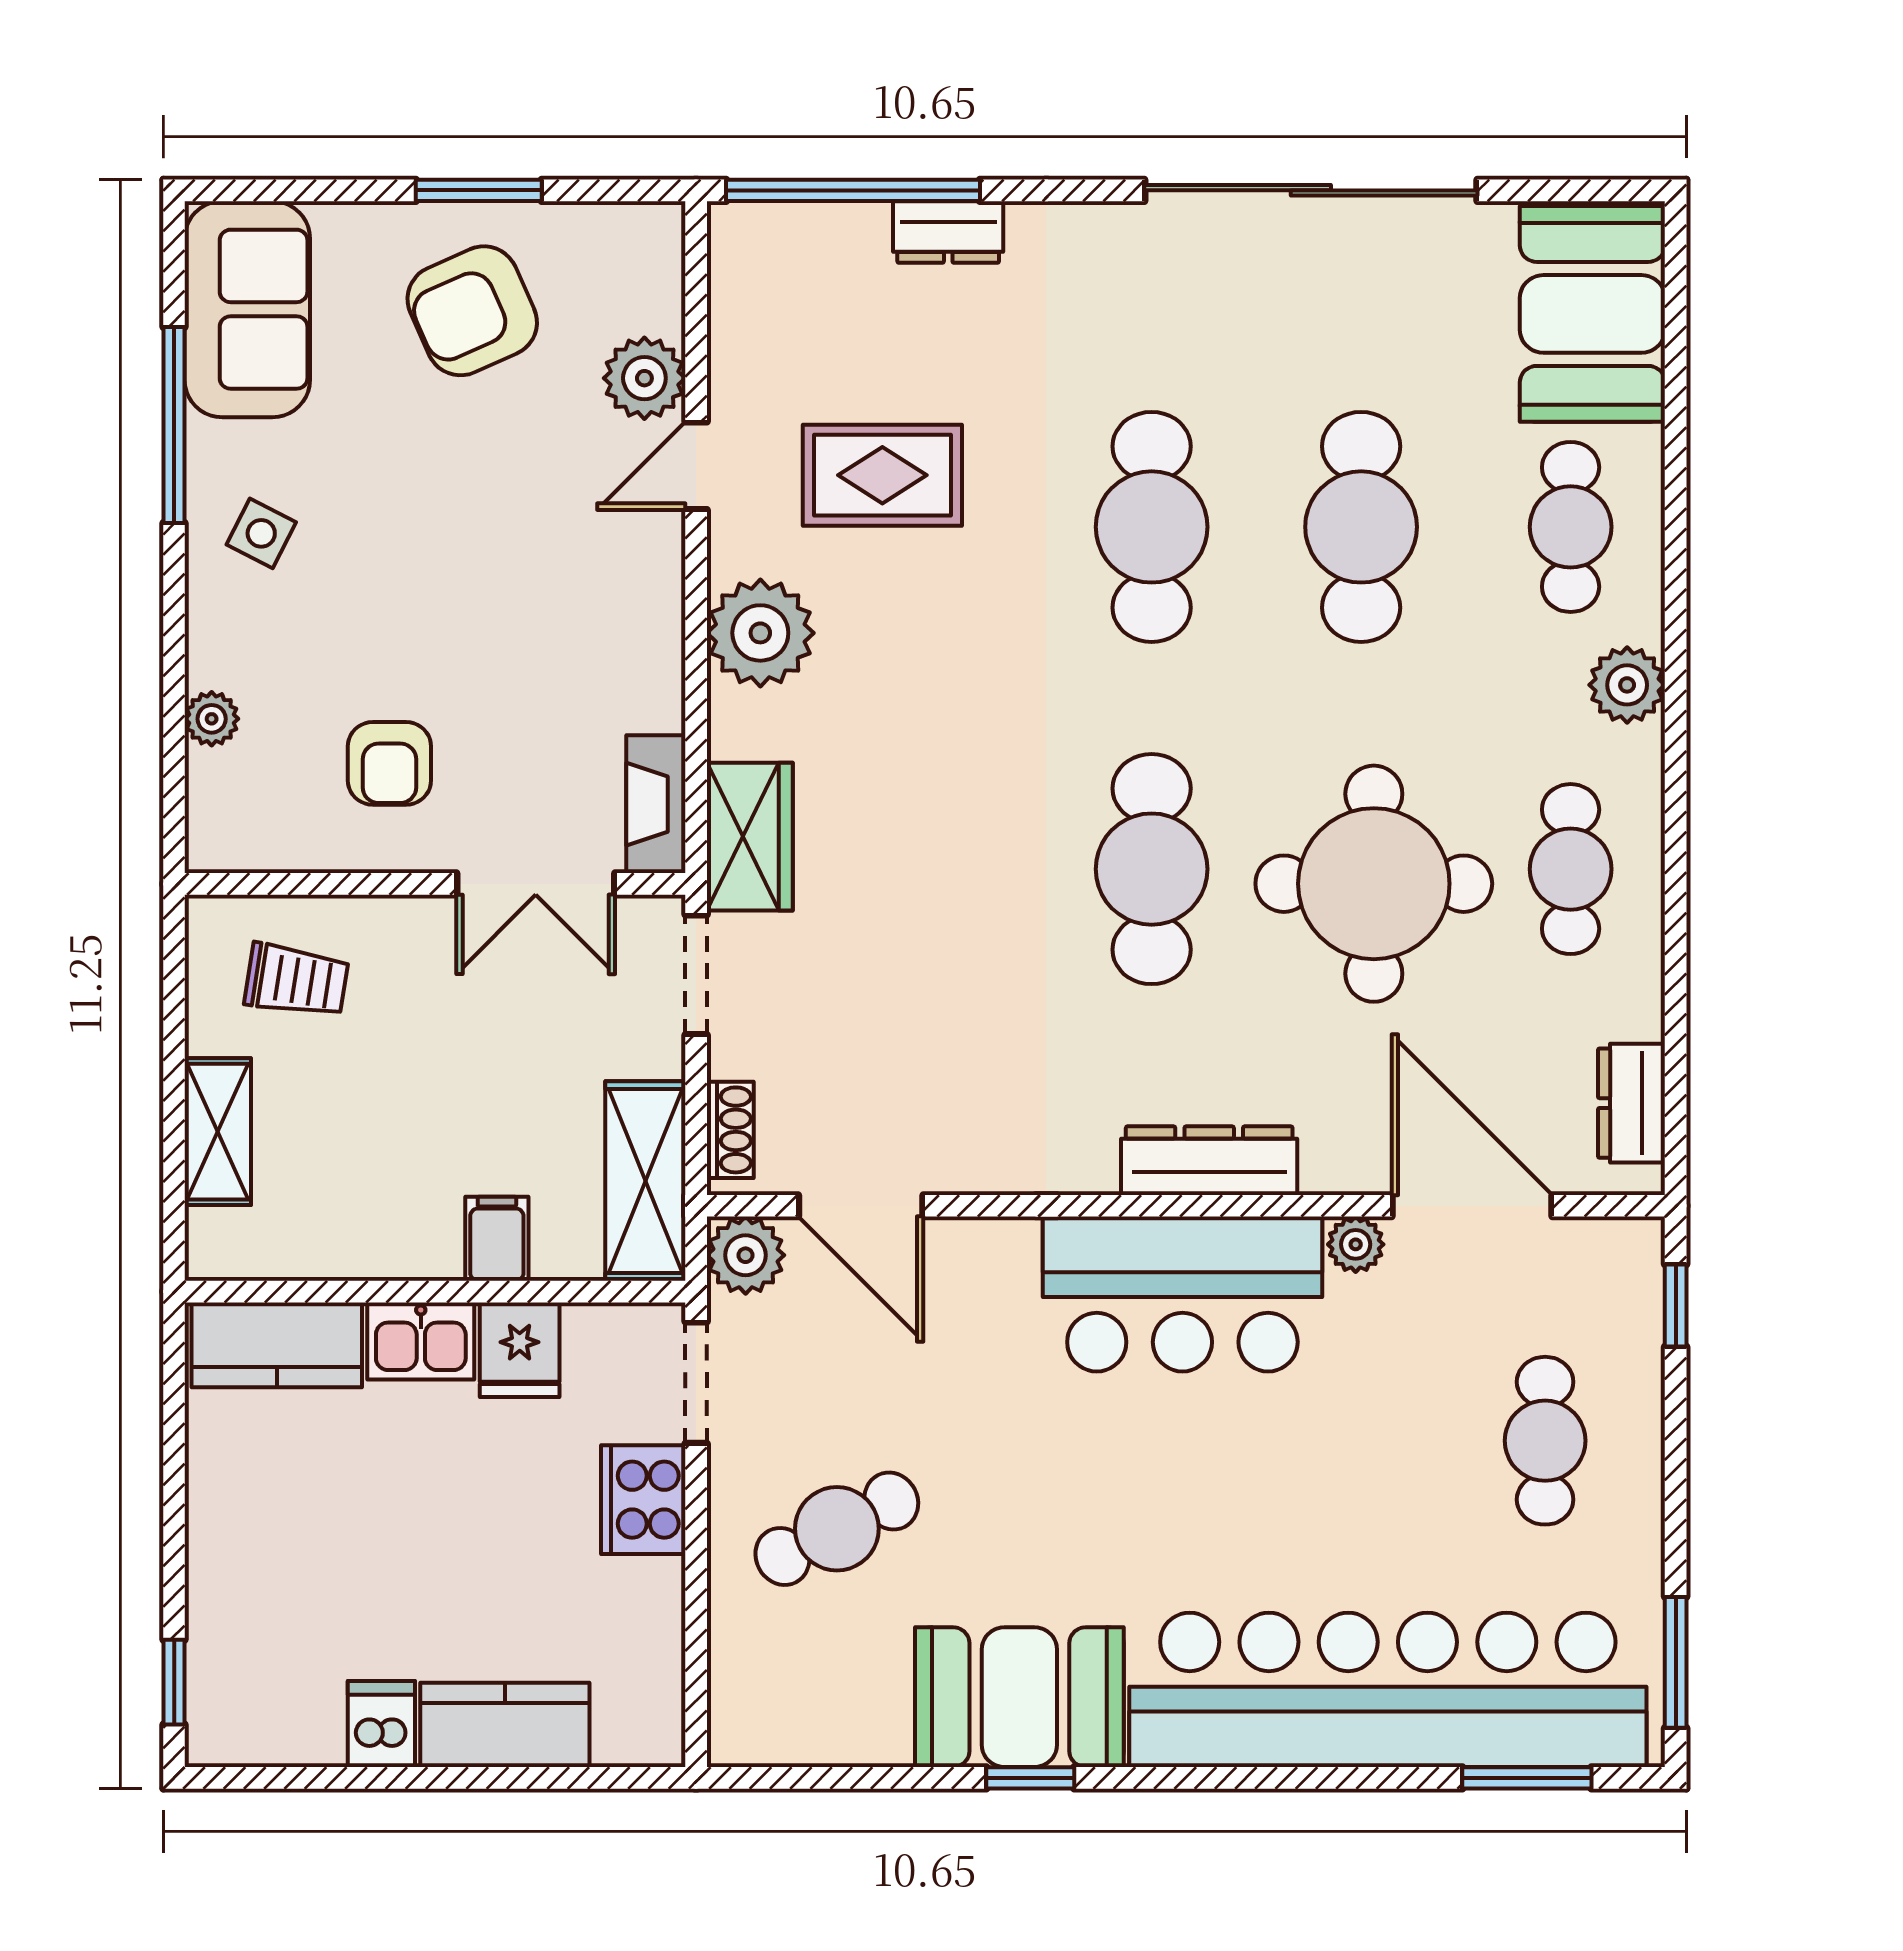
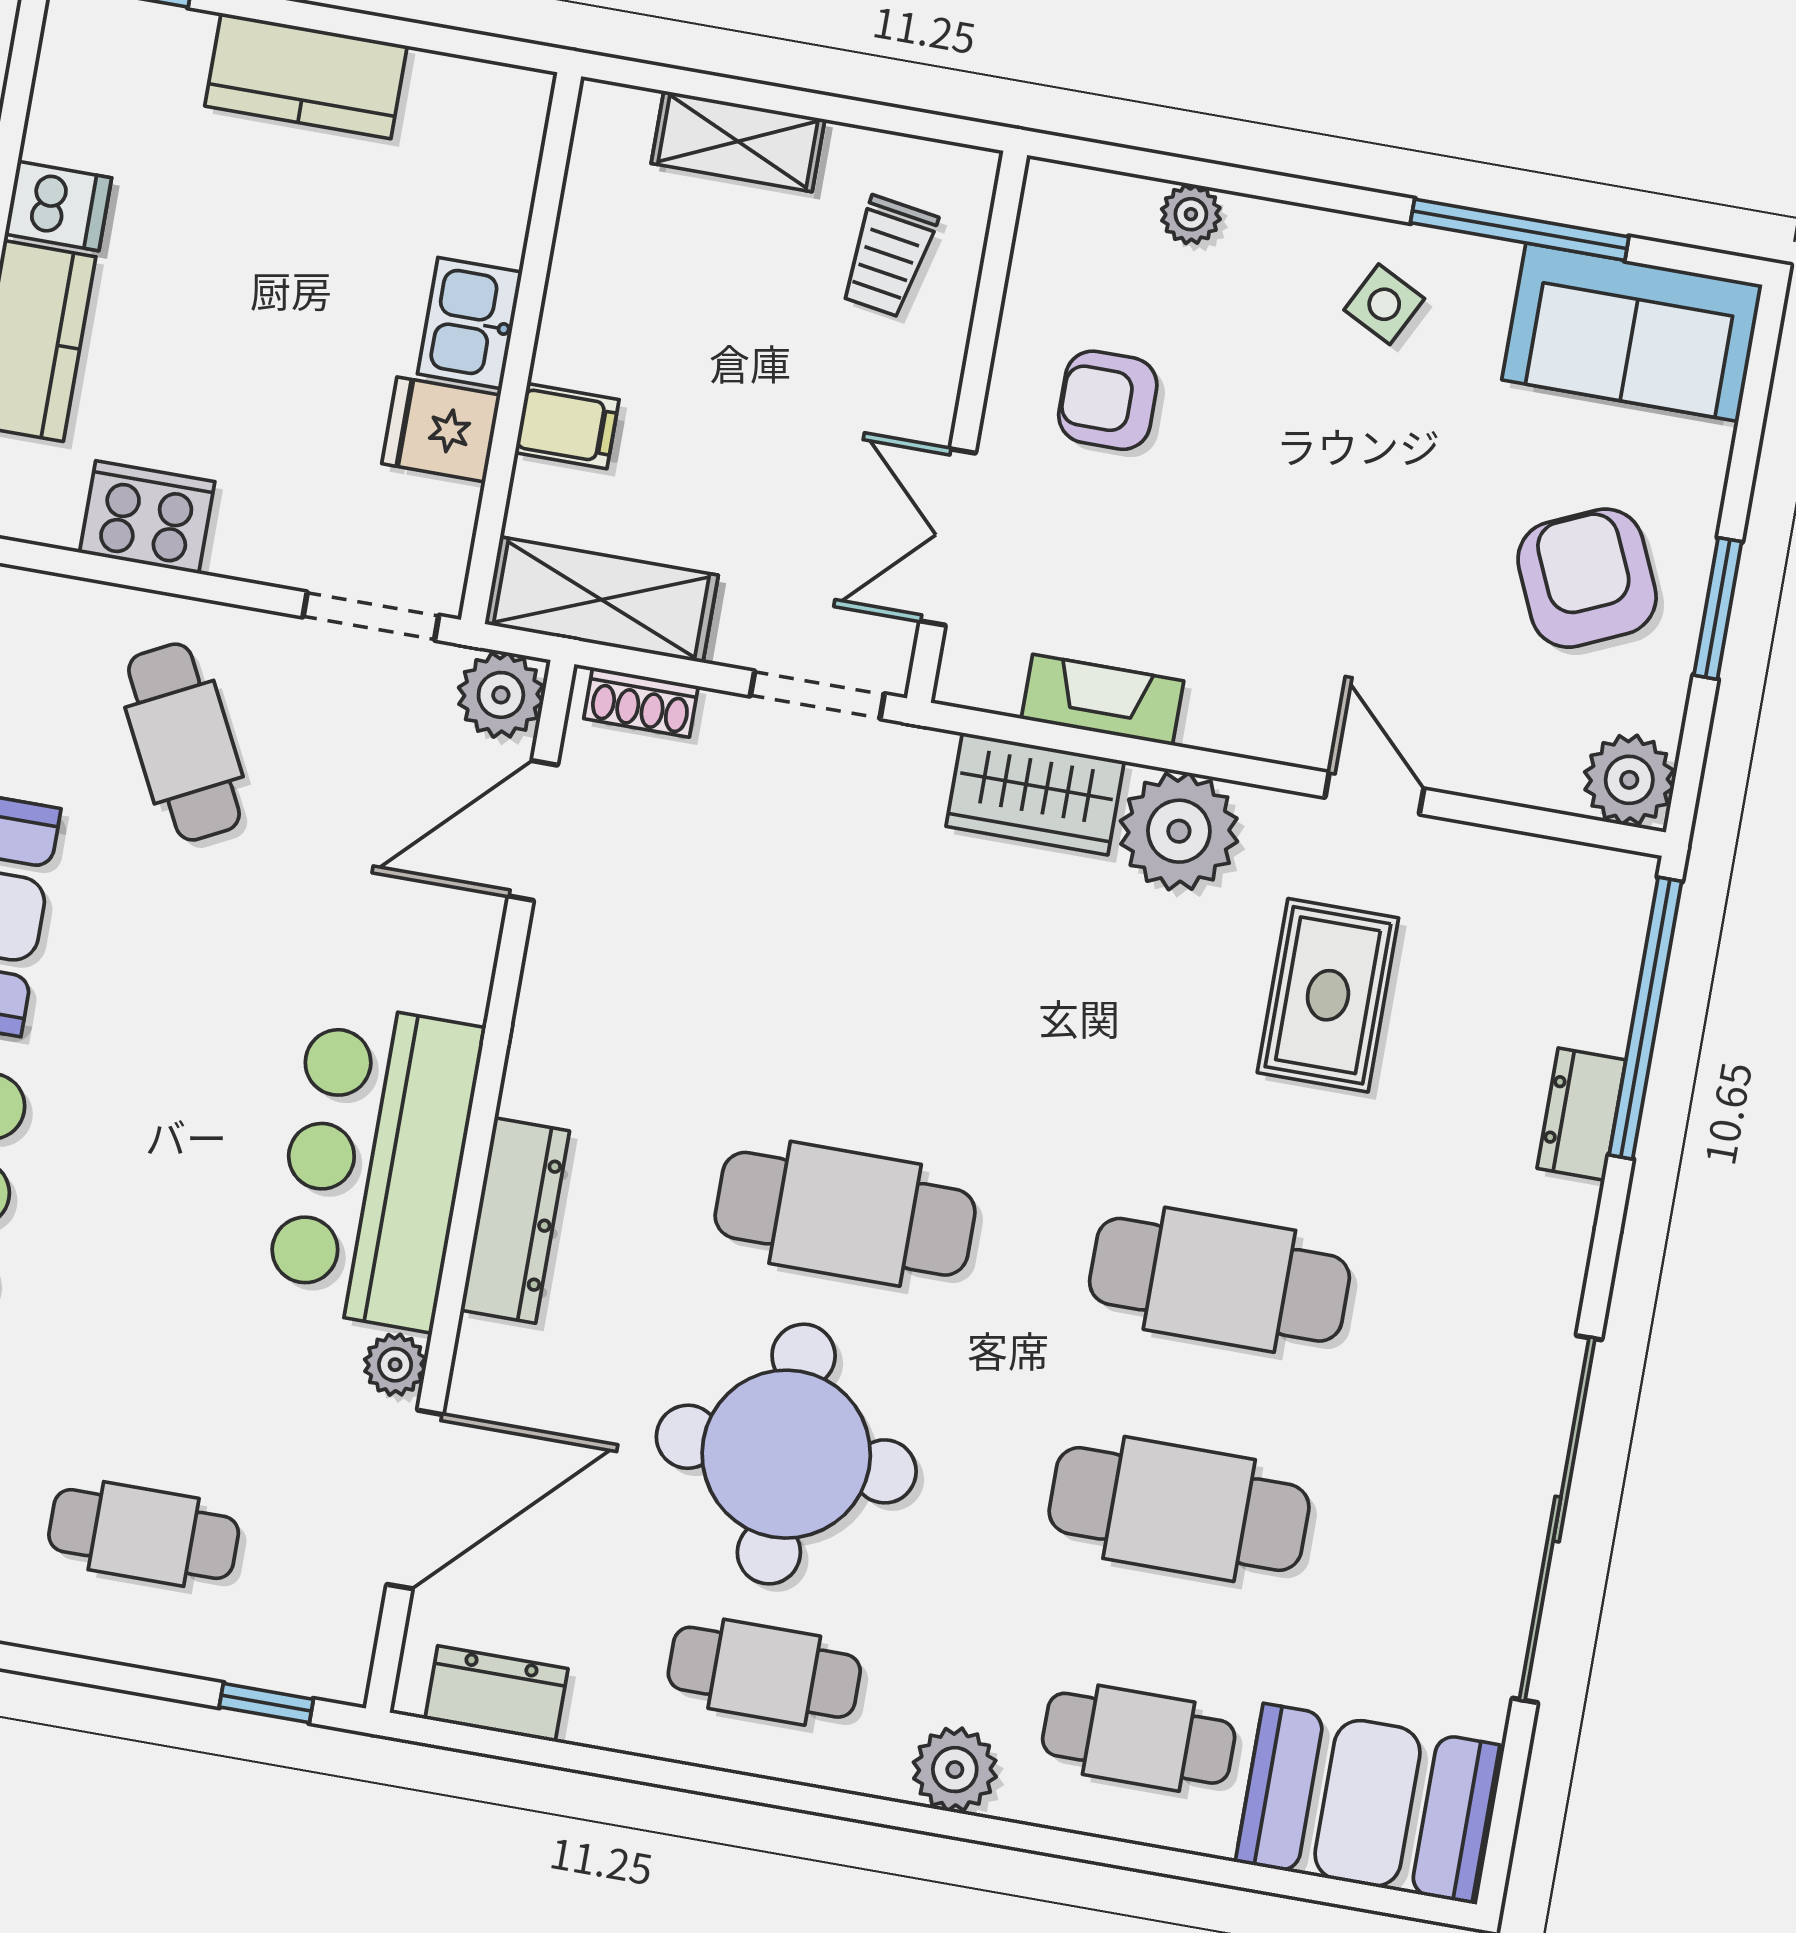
plant: (644, 378) -> (1629, 780), moved
fireplace: (656, 804) -> (1103, 700), moved
wardrobe: (750, 837) -> (1035, 794), moved
kitchen counter: (277, 1345) -> (306, 76), moved, turned -90
cooker: (643, 1500) -> (147, 517), moved

